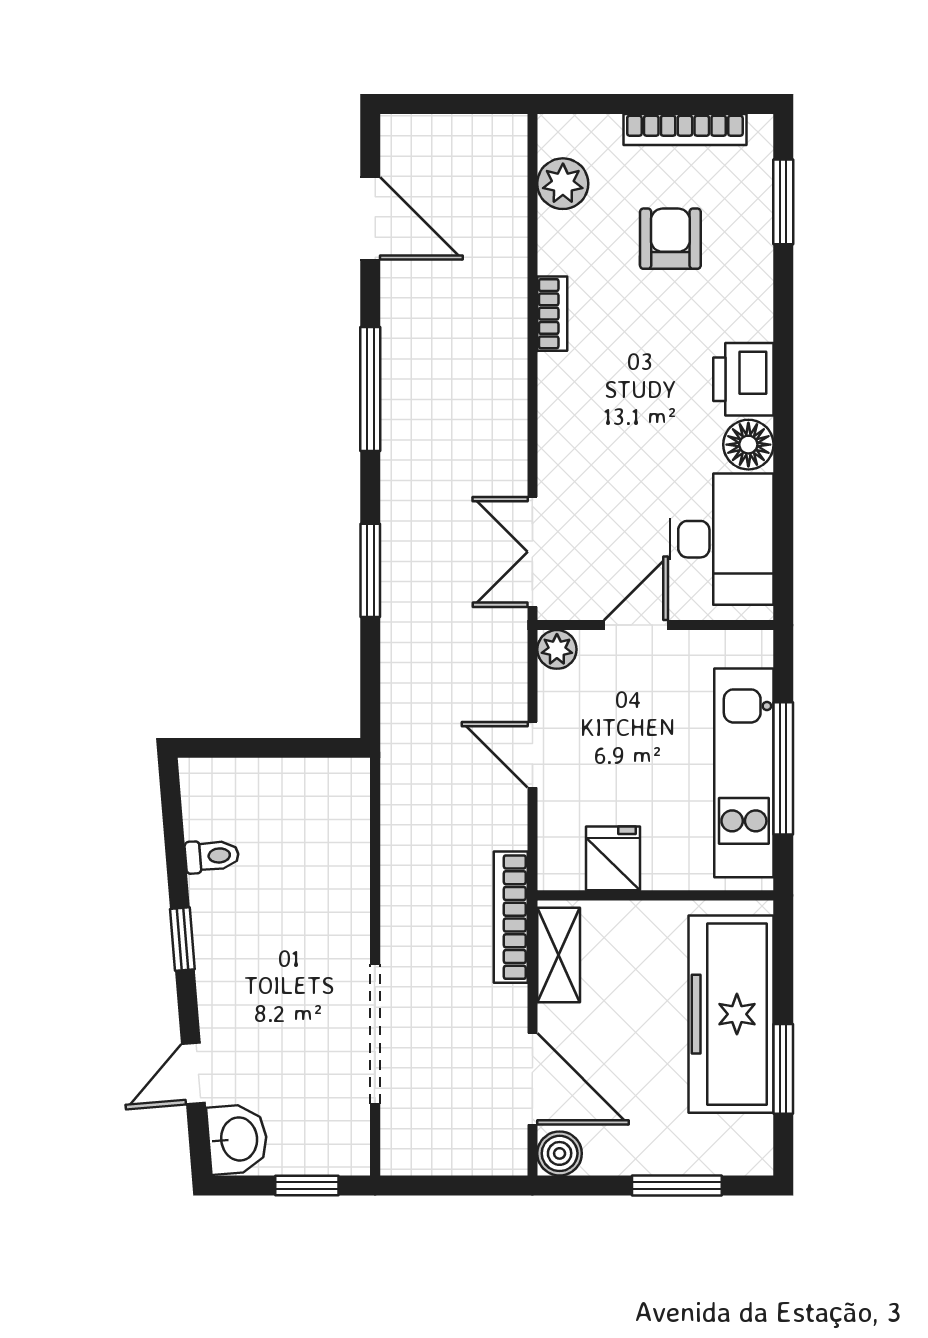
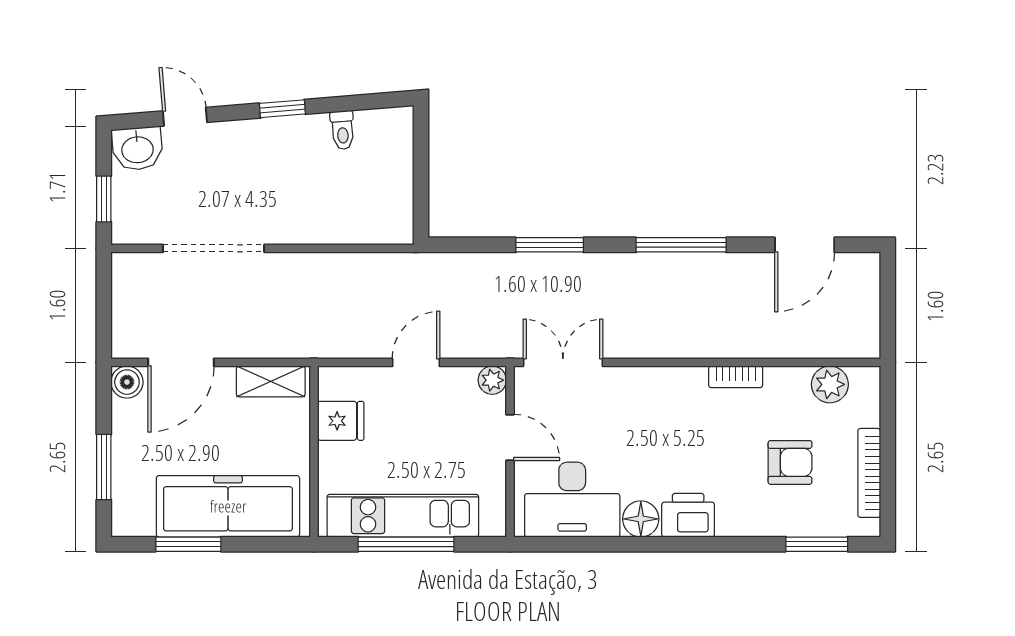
bookcase: (511, 917) -> (298, 347), removed

